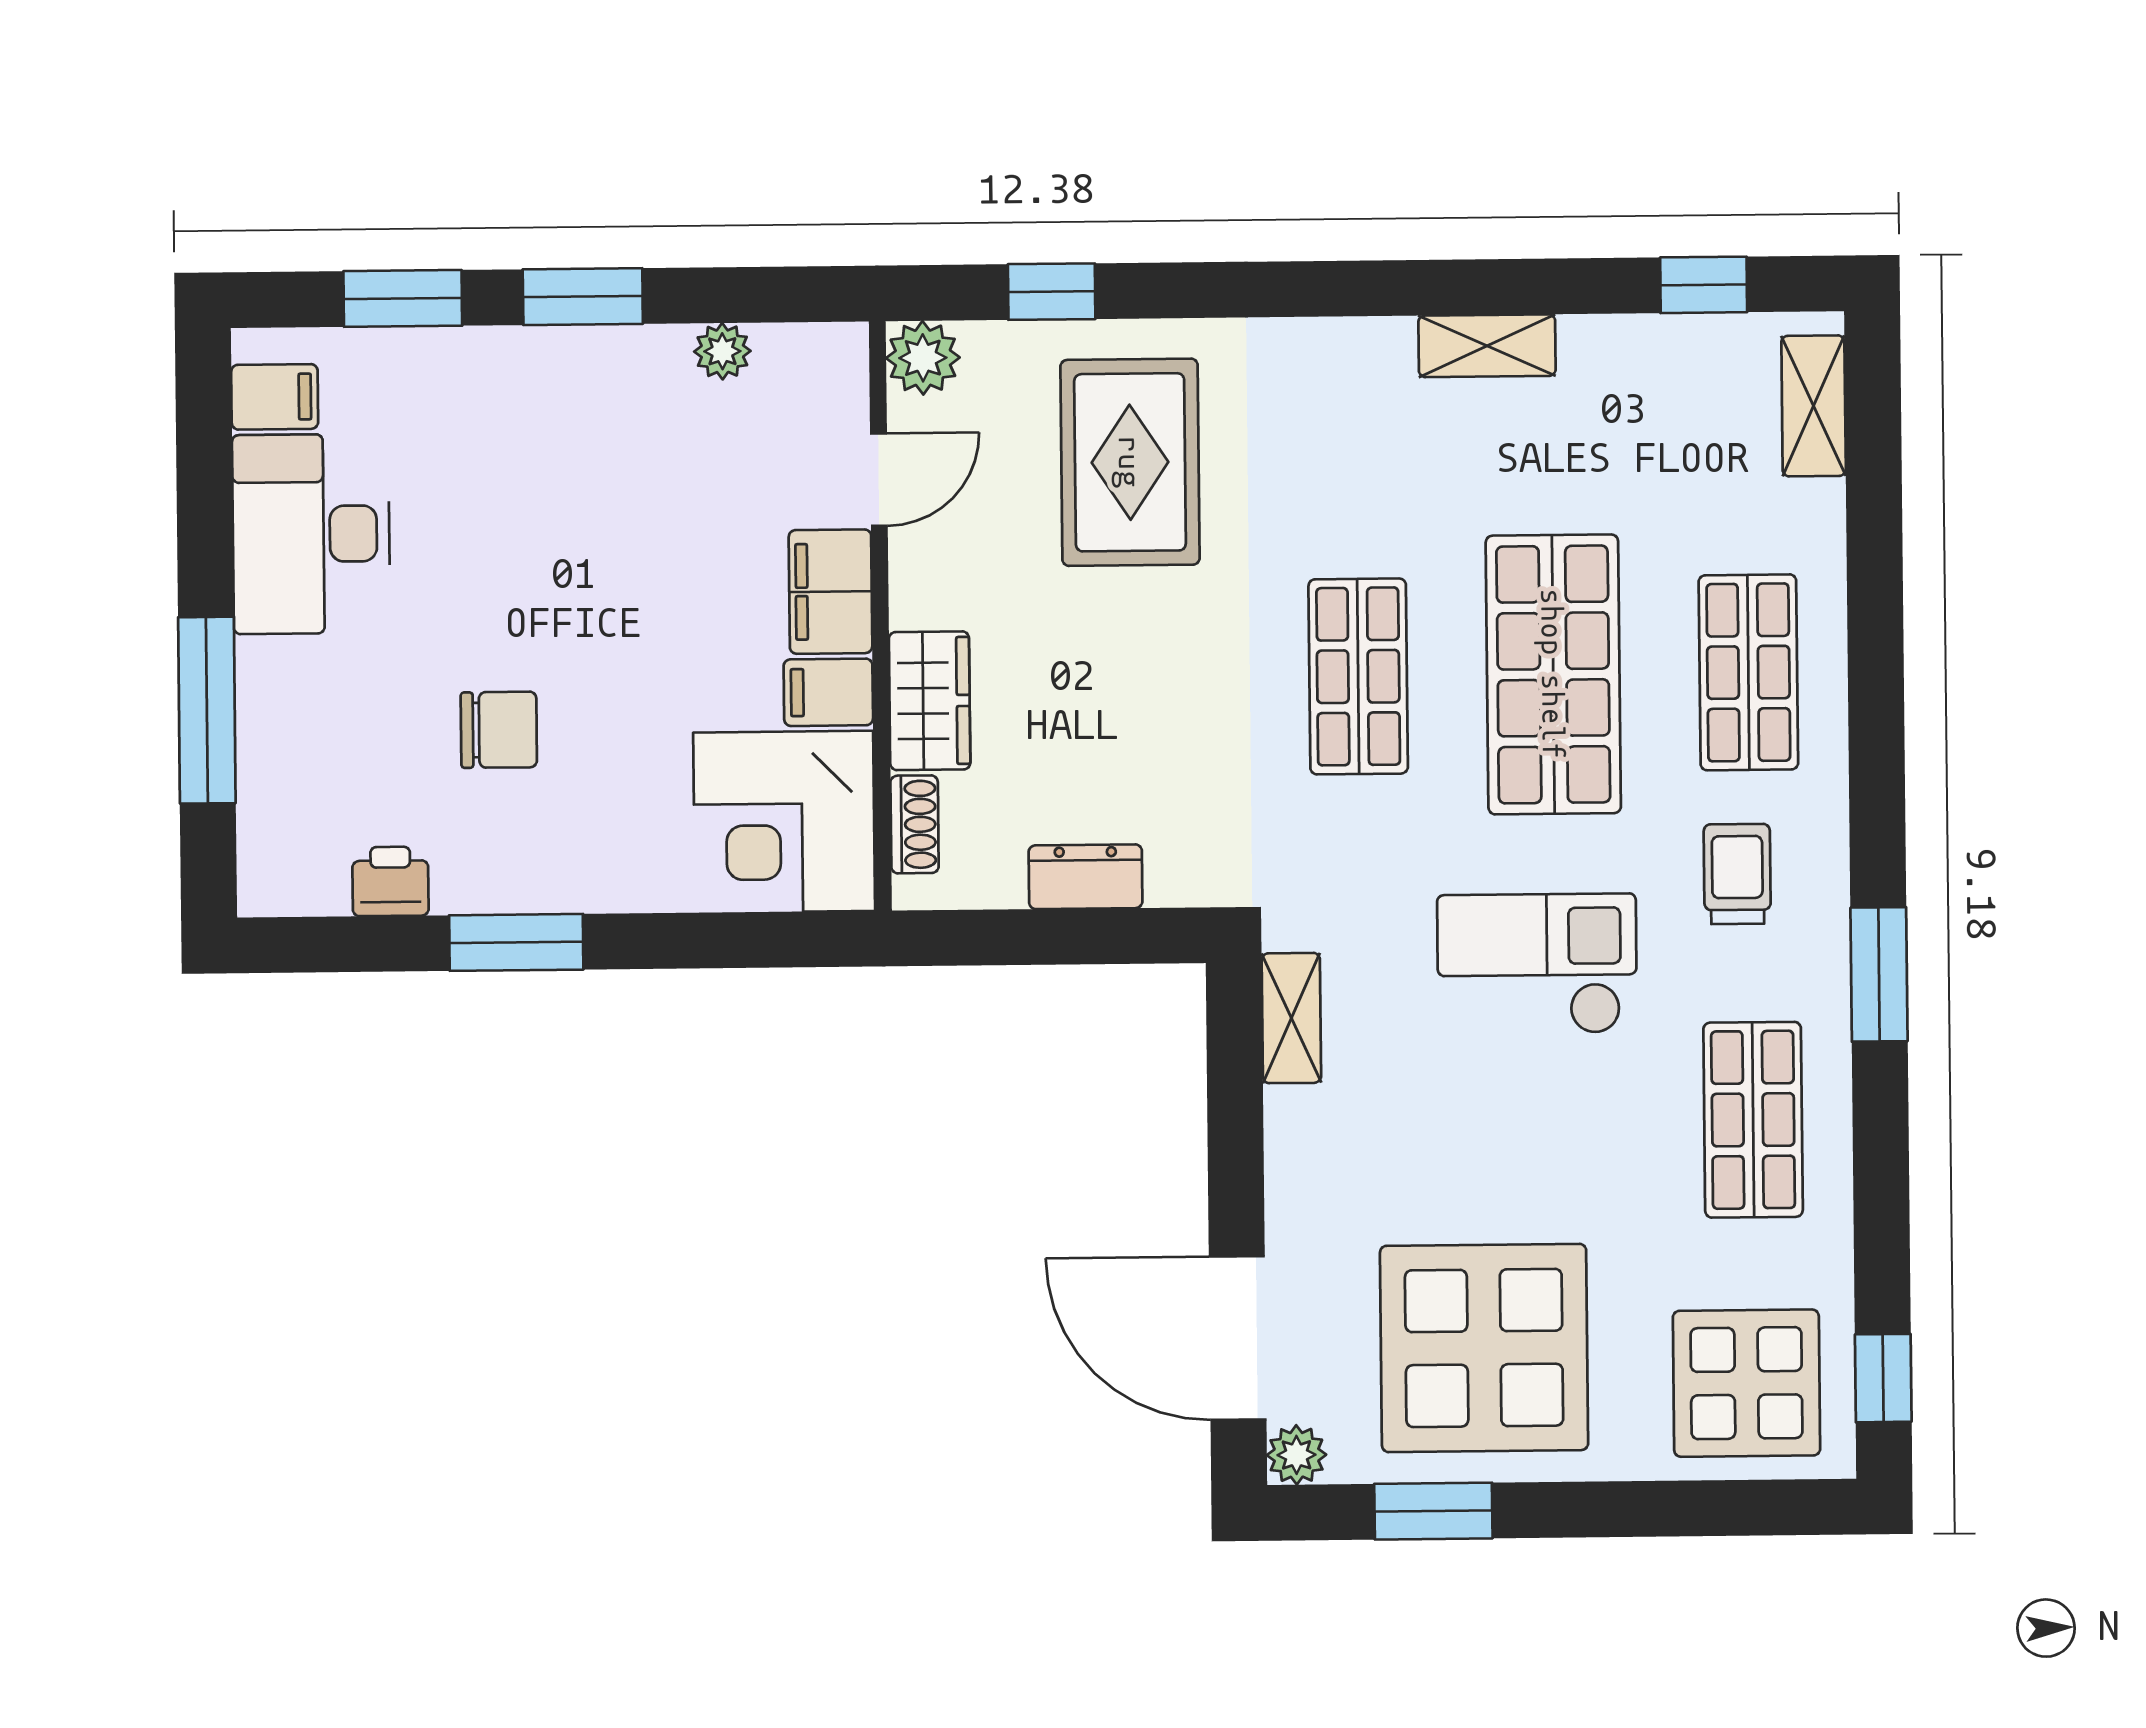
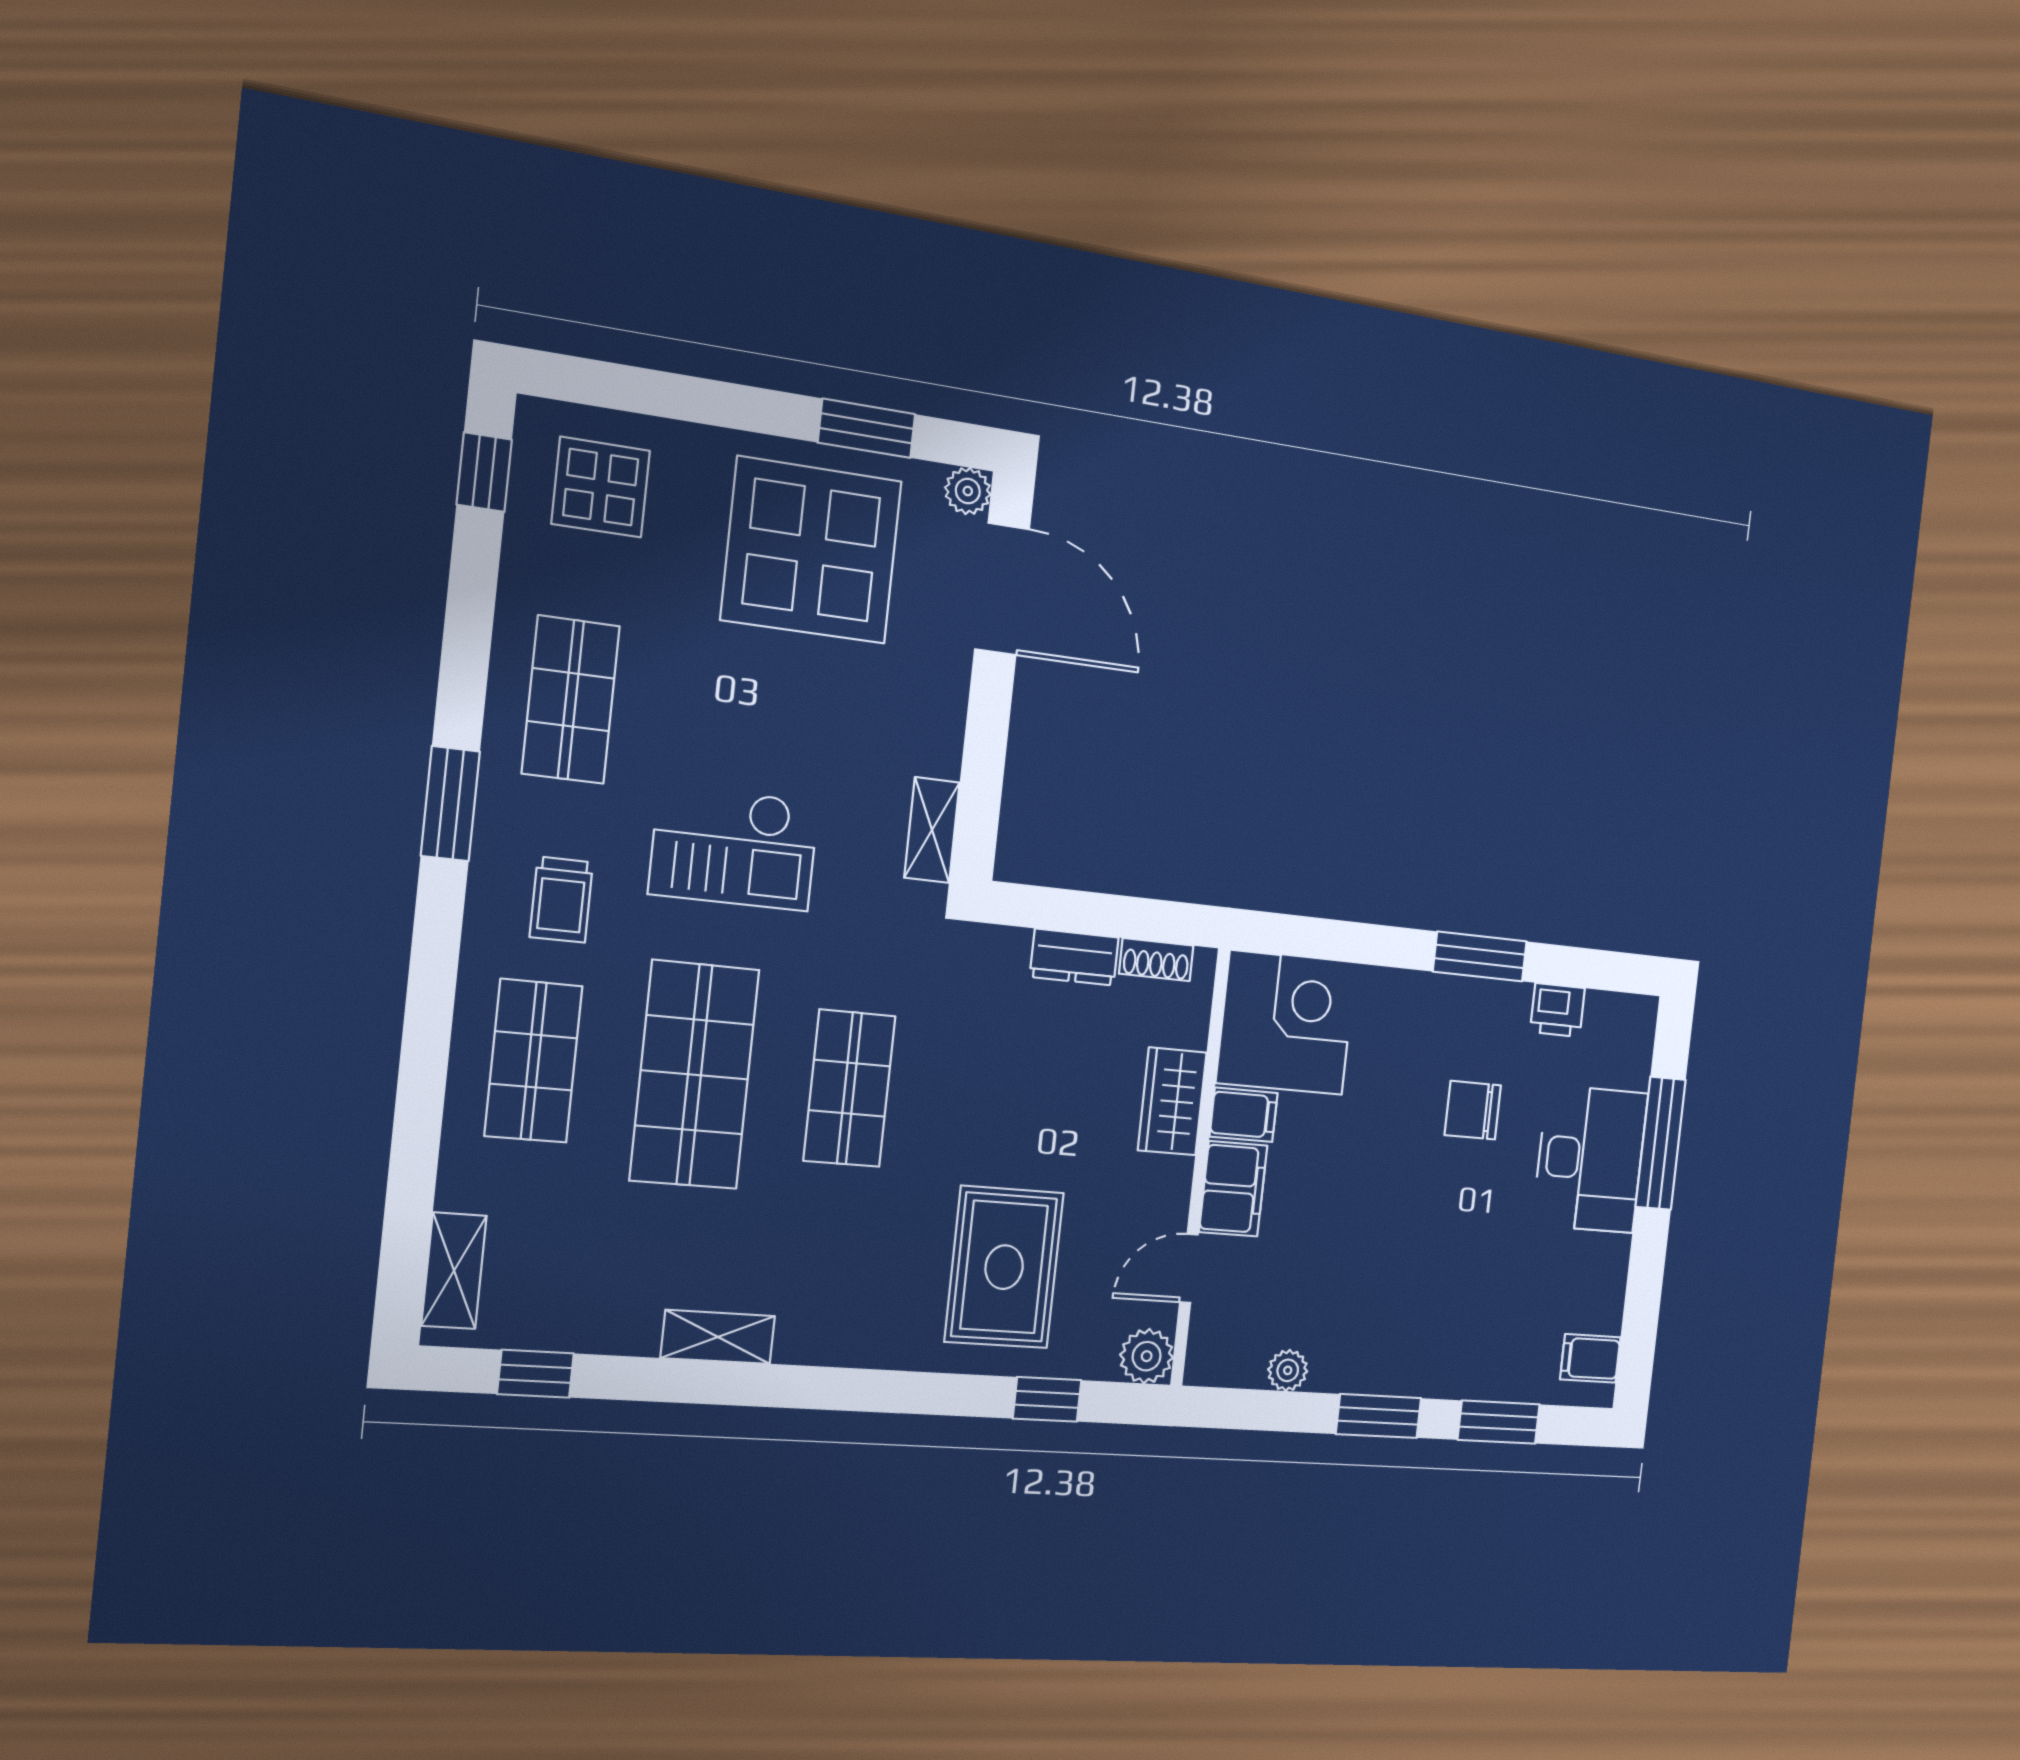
desk: (311, 534) -> (1590, 1159), moved
shoe rack: (915, 824) -> (1156, 960), moved, turned -90
display table: (1746, 1383) -> (601, 487), width x0.73, depth x0.73

